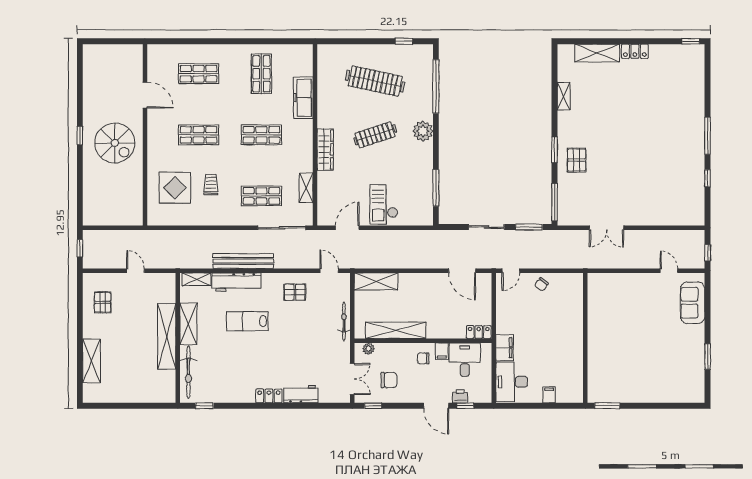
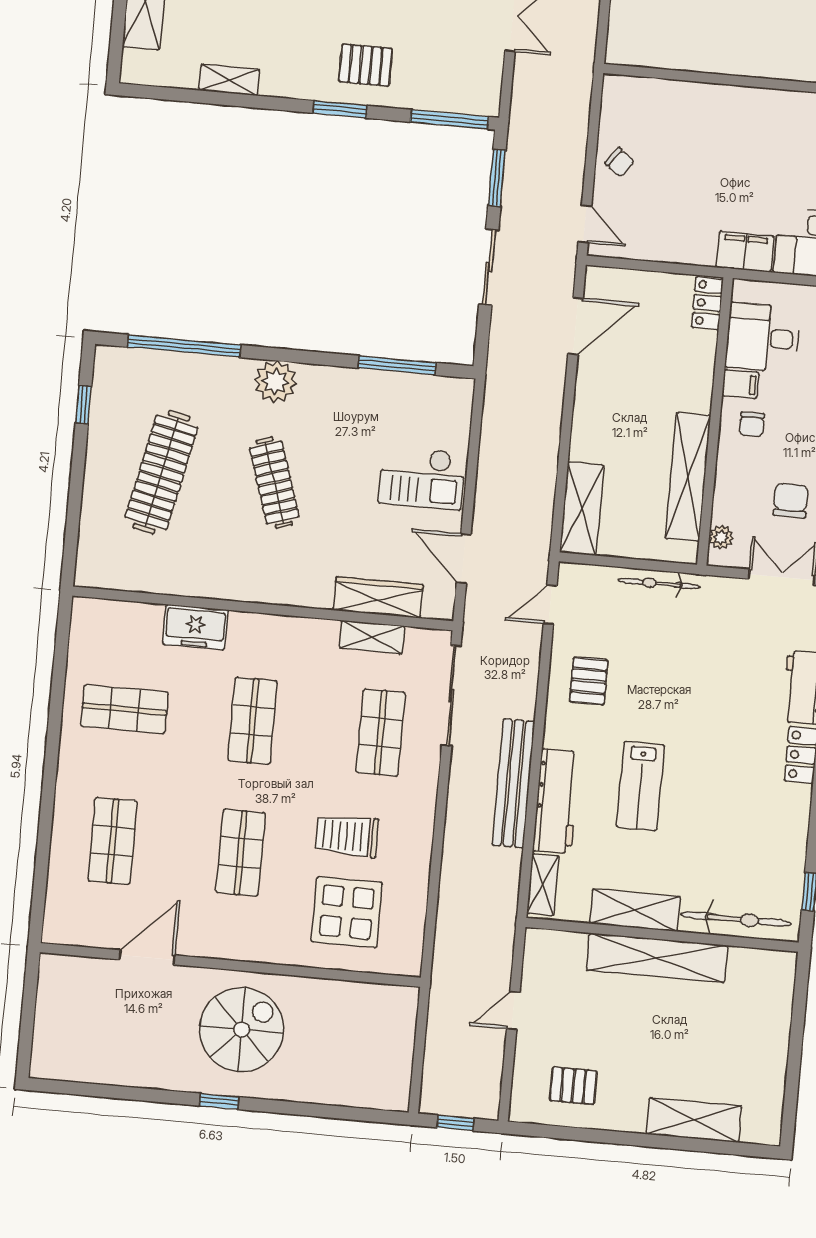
freezer: (303, 98) -> (195, 627), width x0.71
wardrobe: (325, 149) -> (378, 597), moved
trolley: (211, 184) -> (347, 836), width x1.36, depth x1.39

